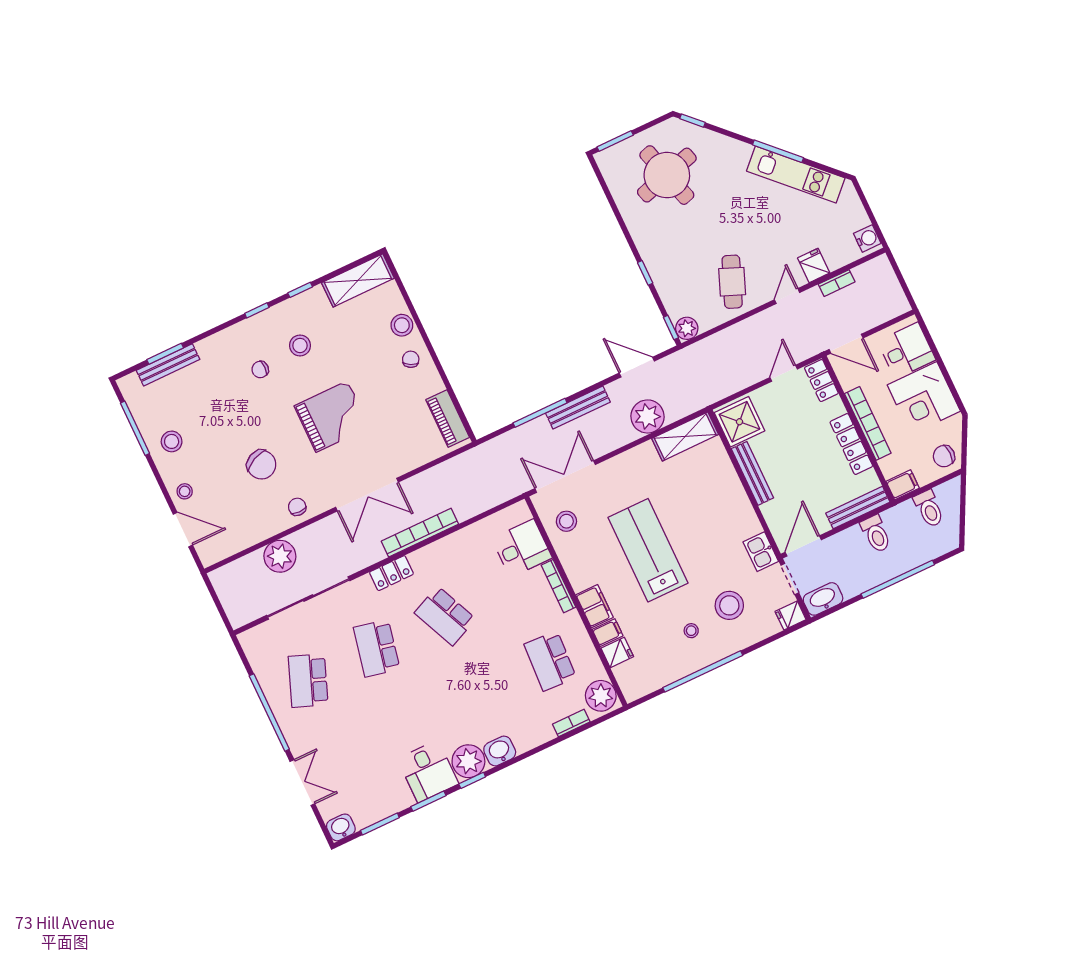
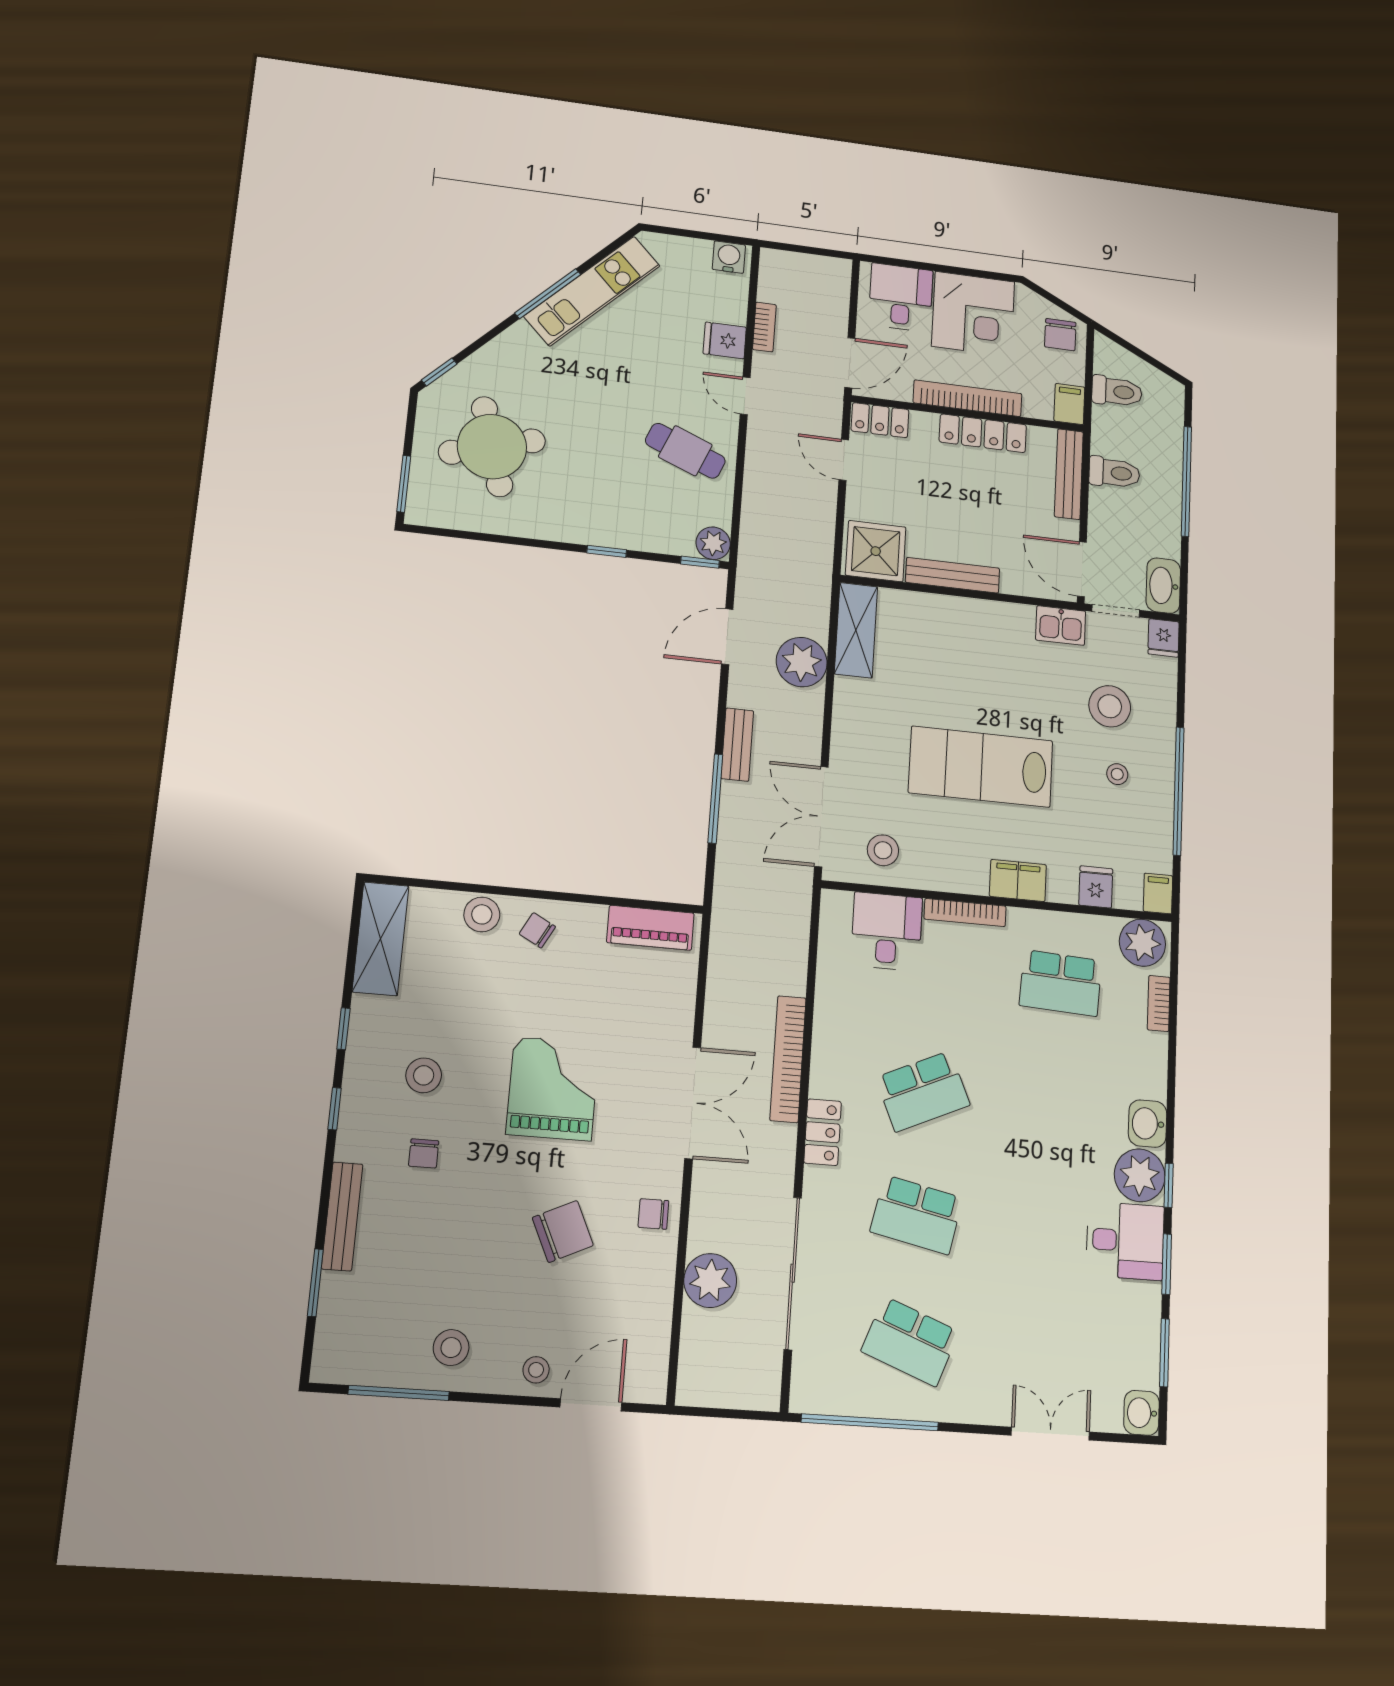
bench: (168, 365) -> (342, 1216), moved
bench: (578, 408) -> (737, 745), width x0.73
filing cabinet: (608, 633) -> (1158, 893), moved
window: (269, 712) -> (870, 1422), moved

